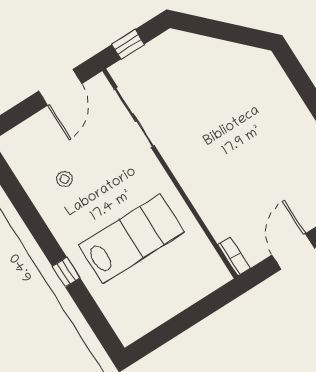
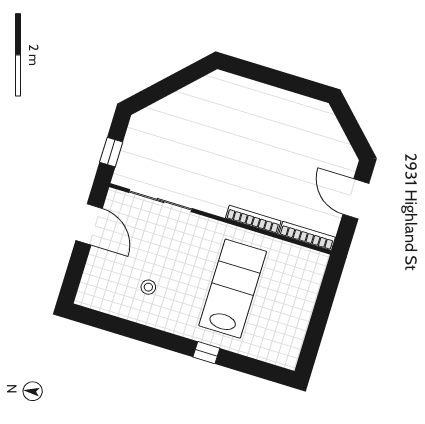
bookcase: (196, 197) -> (253, 220), added
bookcase: (234, 256) -> (307, 236), width x1.56

